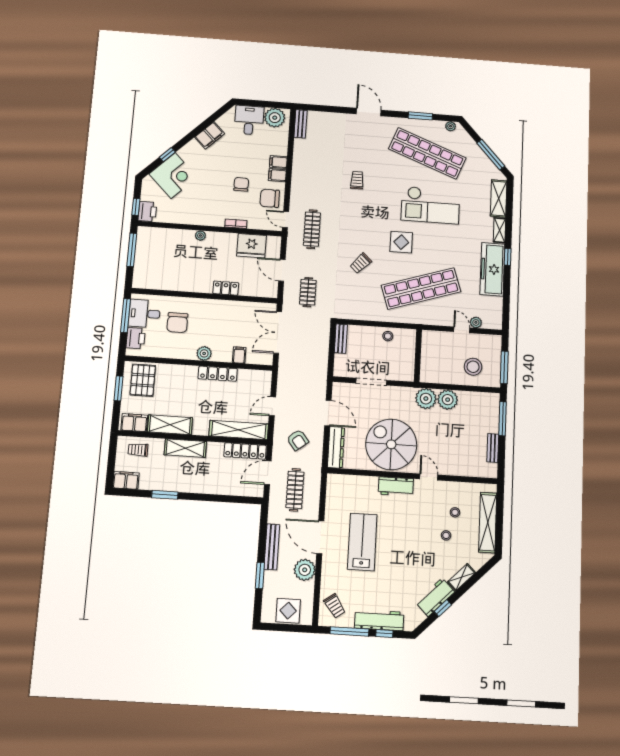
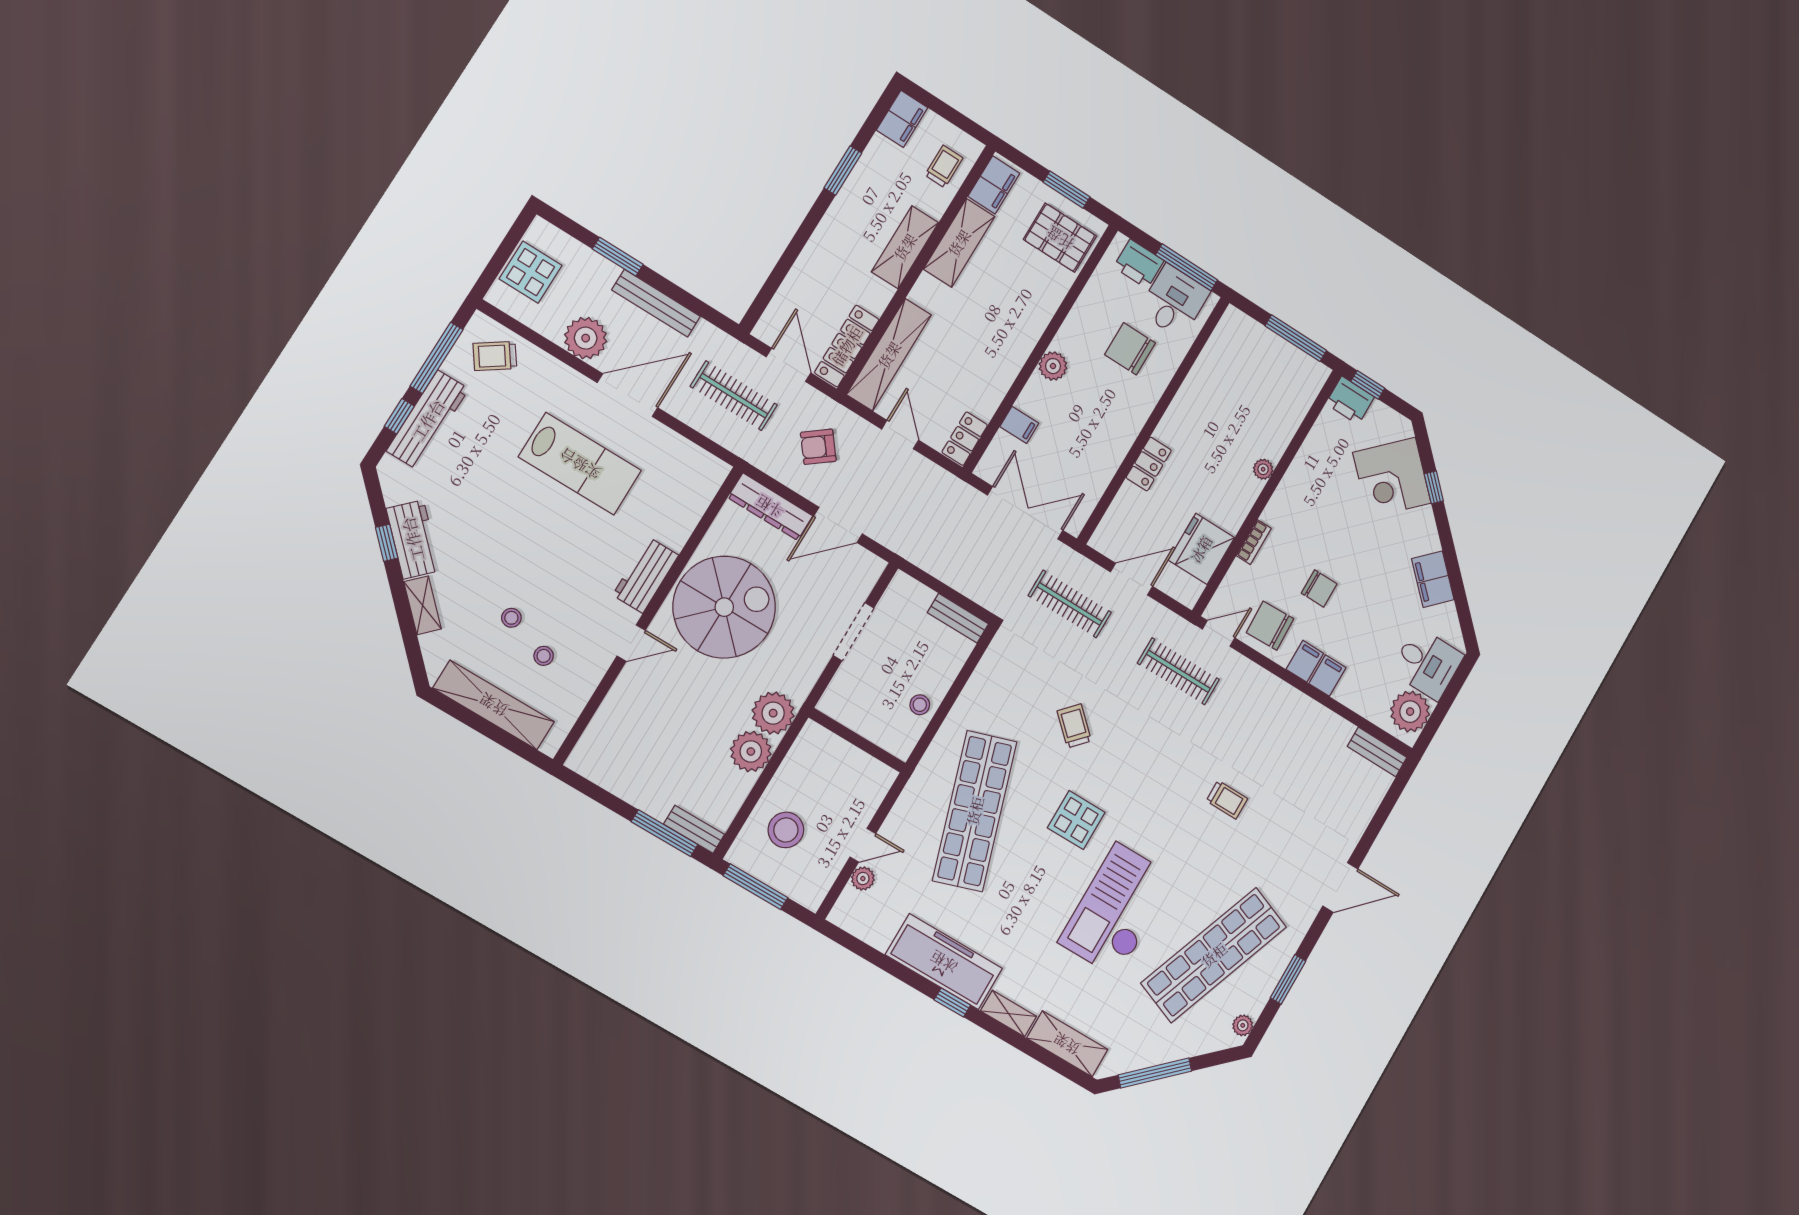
chair: (270, 198) -> (1270, 626), turned -92
clothes rail: (308, 292) -> (1070, 604), width x1.36
locker: (218, 374) -> (965, 439), moved, width x0.66
bench: (493, 448) -> (694, 829), moved

